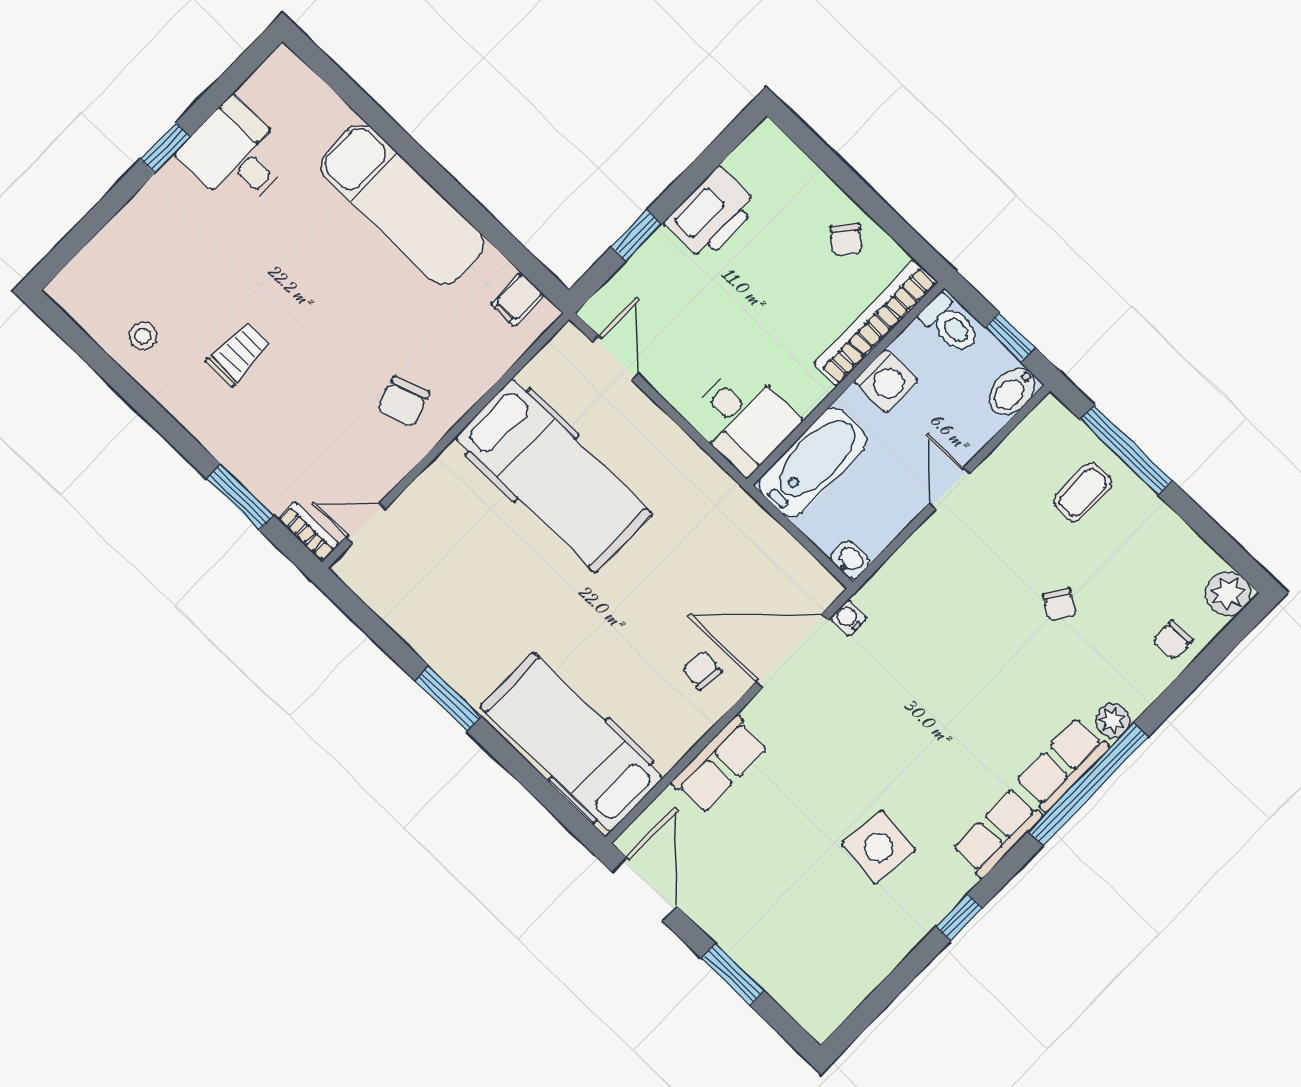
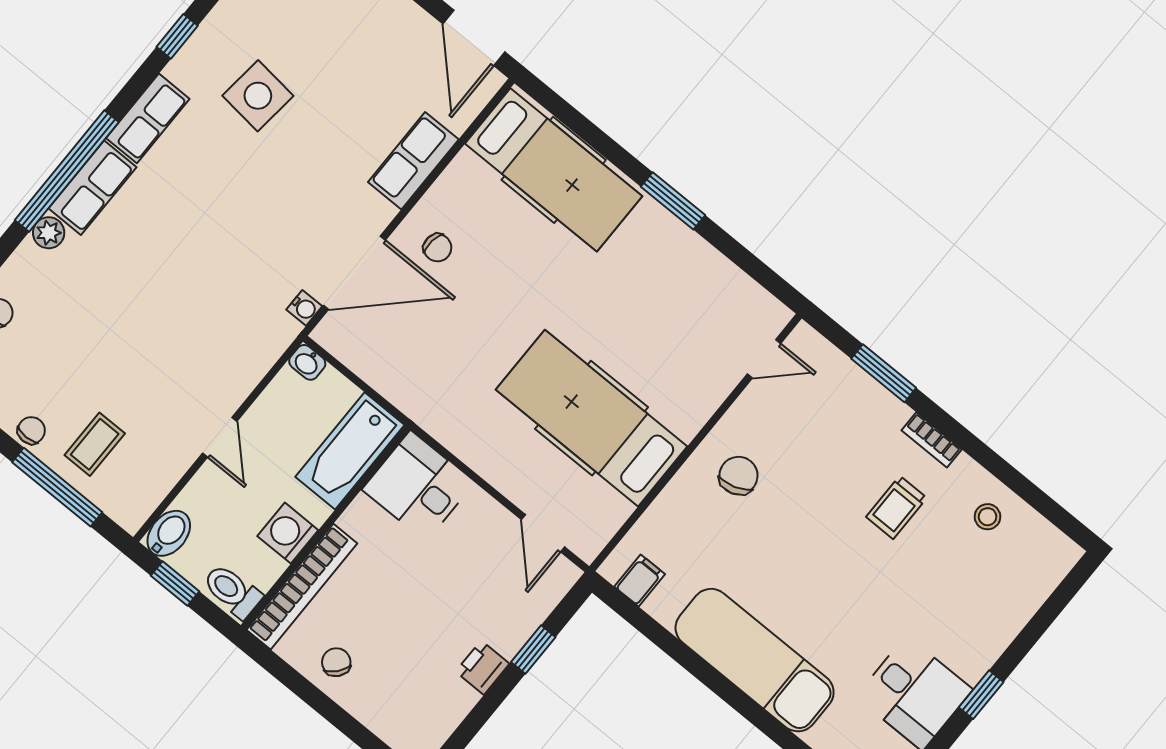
printer: (711, 214) -> (482, 668), width x0.53, depth x0.68
bookcase: (308, 532) -> (932, 440), moved
chair: (1060, 605) -> (31, 430), moved, turned 58

